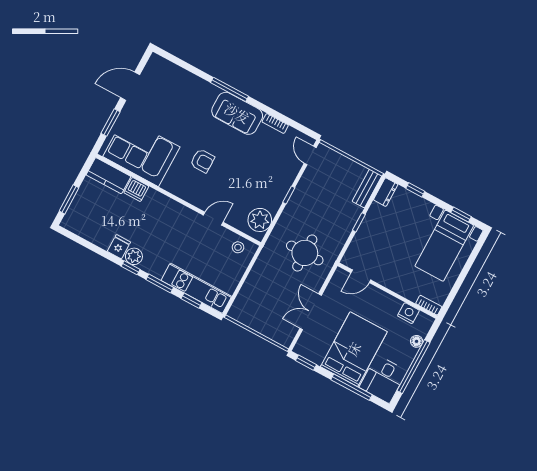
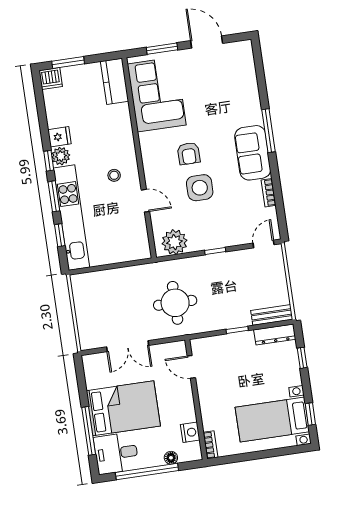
side table: (234, 172) -> (200, 188), added
dishwasher: (136, 189) -> (51, 78), moved, turned -90
dresser: (386, 192) -> (275, 335), width x1.44
stool: (238, 247) -> (114, 175), moved
kitchen unit: (196, 288) -> (72, 218), width x1.36
double door: (311, 312) -> (128, 346), swing flipped
window: (306, 363) -> (80, 375), removed

